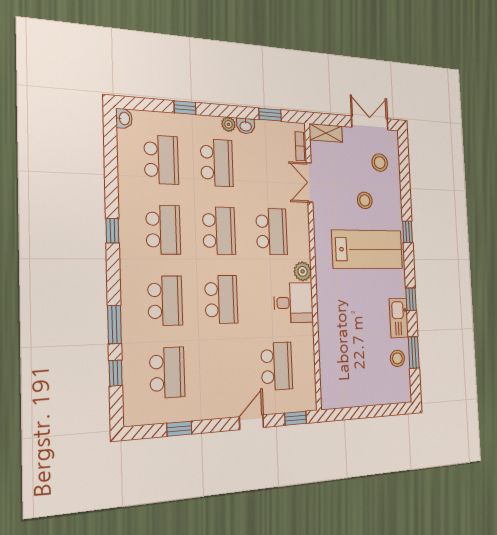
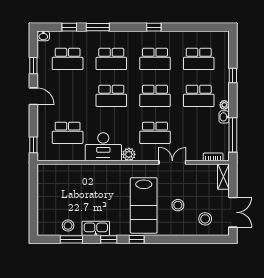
window: (270, 115) -> (233, 135), width x2.17
washbasin: (124, 119) -> (43, 36), moved
double door: (310, 183) -> (172, 162), moved
window: (408, 232) -> (137, 239), moved
desk: (293, 303) -> (103, 147), width x1.37
door: (251, 422) -> (33, 96), moved

